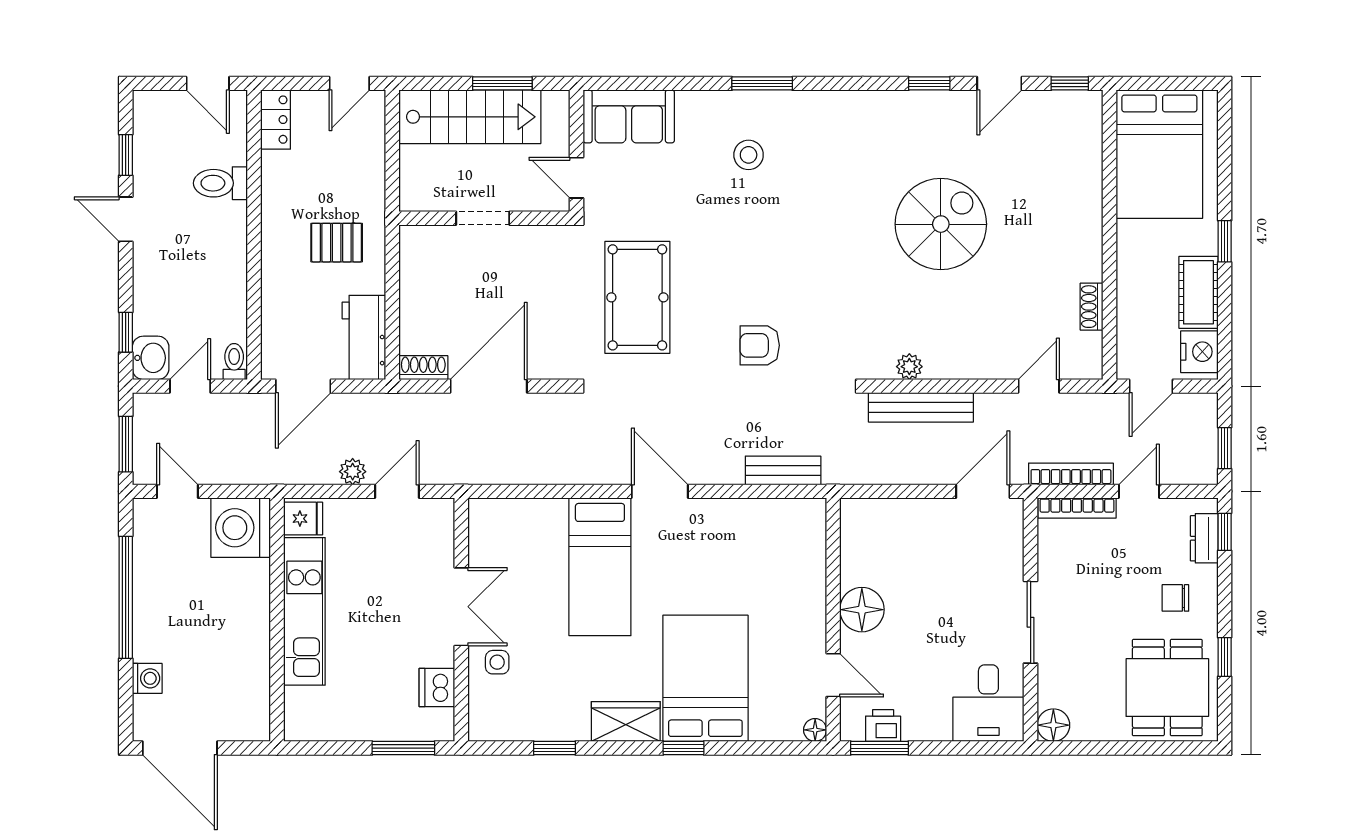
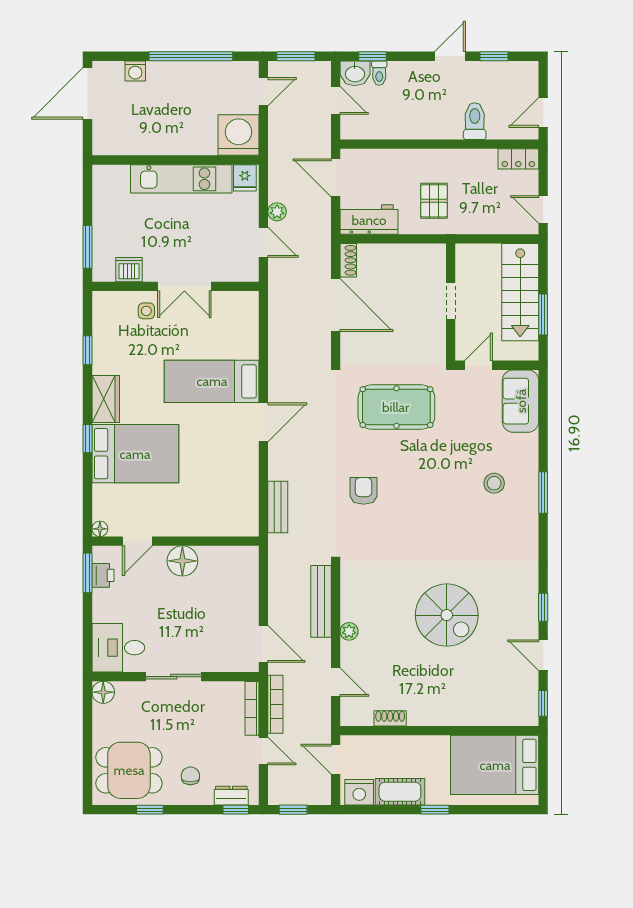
toilet: (234, 362) -> (379, 73), moved, turned 90
plant: (909, 367) -> (349, 631), moved

